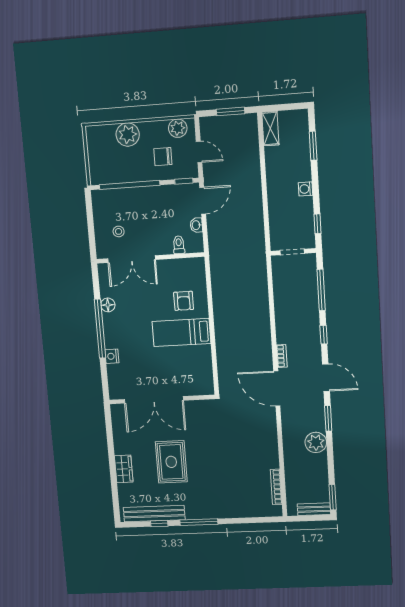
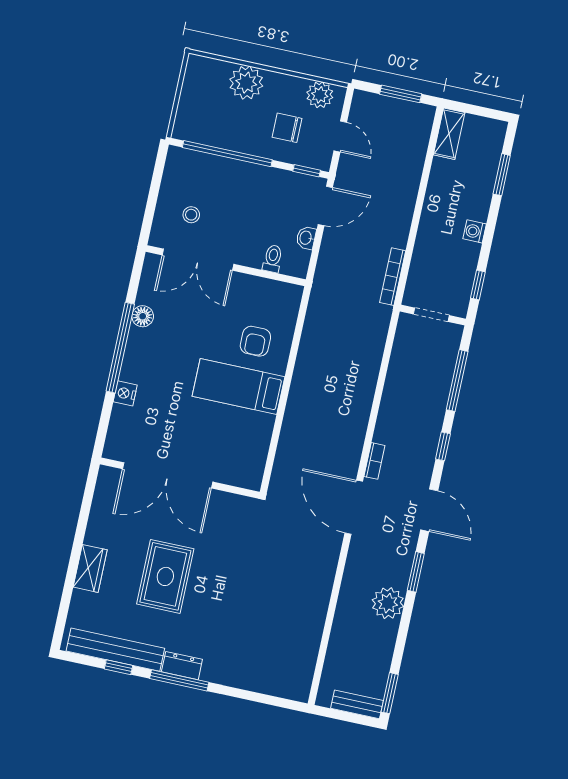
bookcase: (276, 487) -> (393, 277), moved
dresser: (198, 513) -> (182, 666), added

